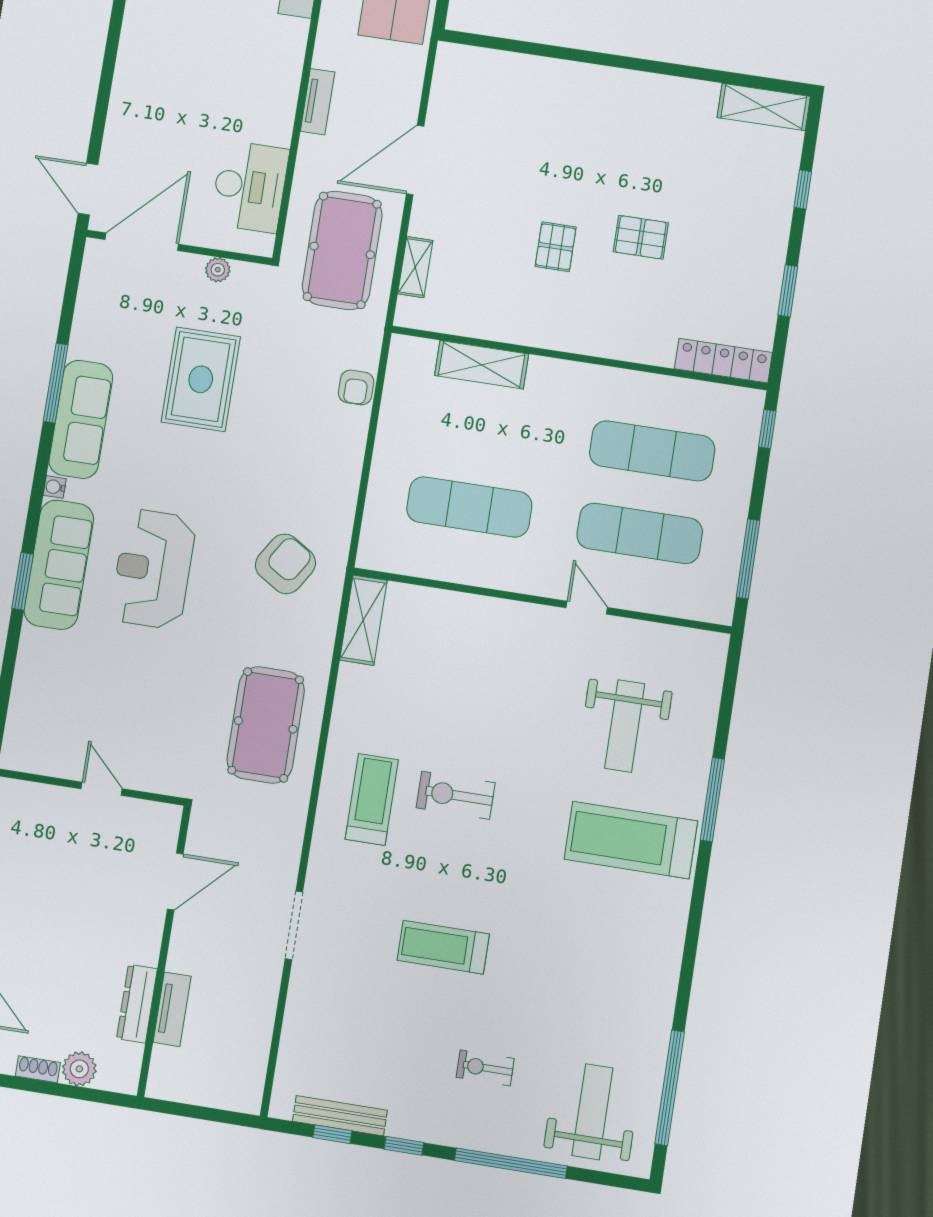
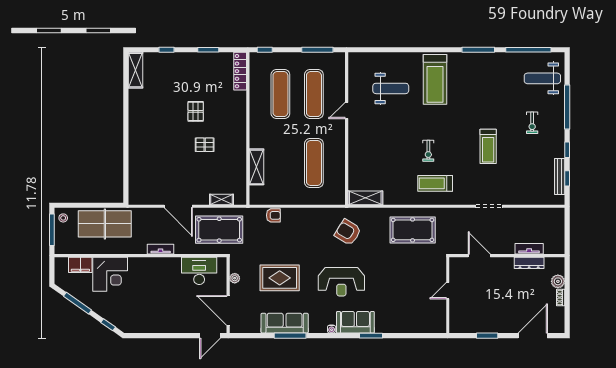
sofa: (81, 419) -> (285, 323), moved
sofa: (59, 565) -> (355, 322), width x0.73
reception desk: (153, 569) -> (341, 282), moved
exercise bike: (456, 795) -> (428, 151), width x0.73, depth x0.72
window: (712, 800) -> (478, 50), moved

